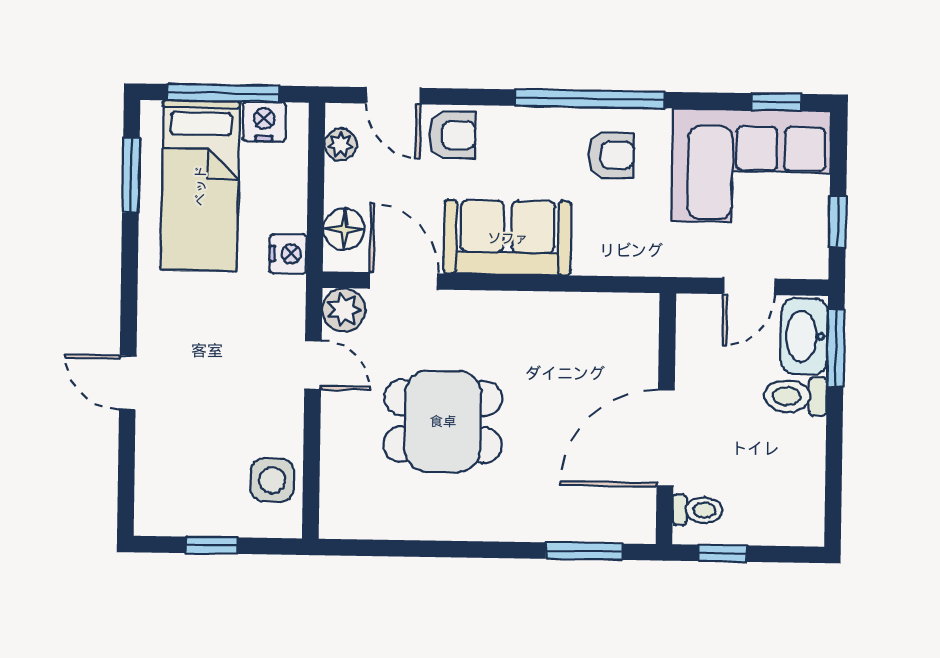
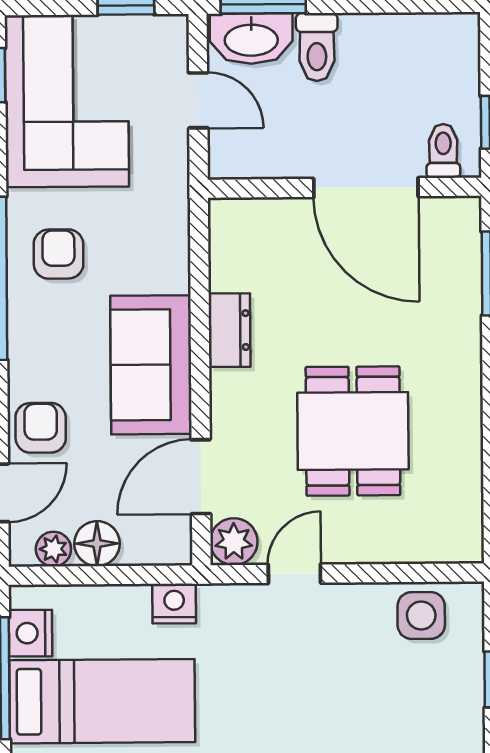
floor lamp: (344, 229) -> (97, 544), moved
dresser: (538, 310) -> (229, 330), added

